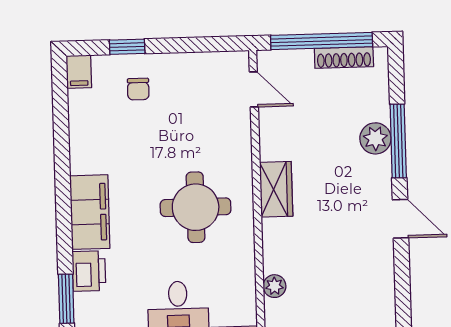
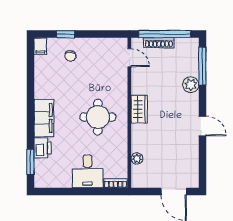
shoe rack: (344, 57) -> (159, 43), moved
window: (398, 141) -> (202, 66), moved

